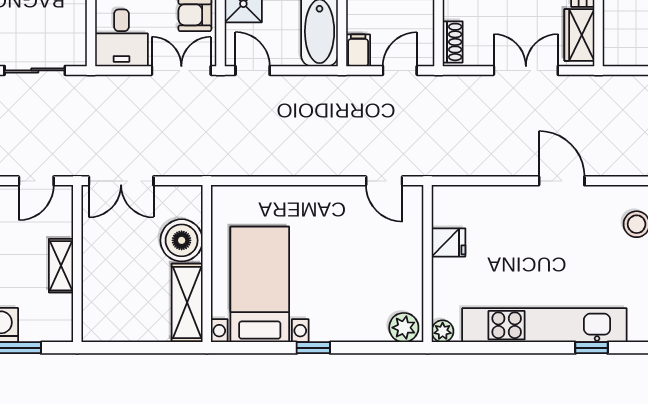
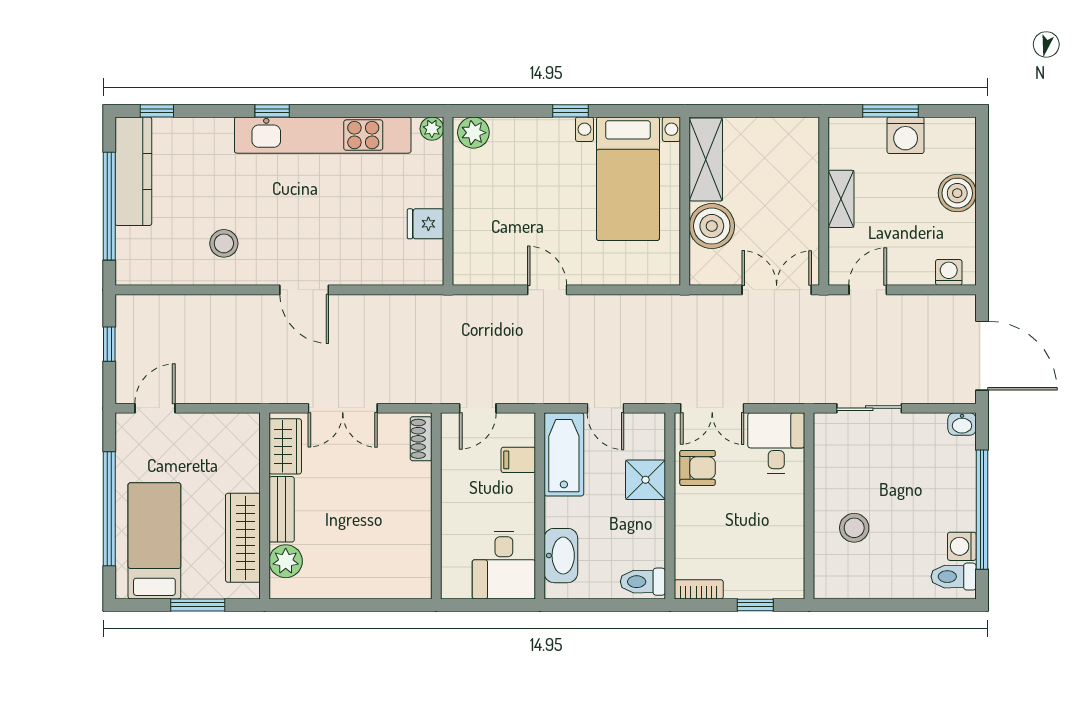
filing cabinet: (358, 50) -> (518, 460), moved, turned 90
door: (253, 70) -> (605, 408), moved
door: (384, 181) -> (547, 290), moved

